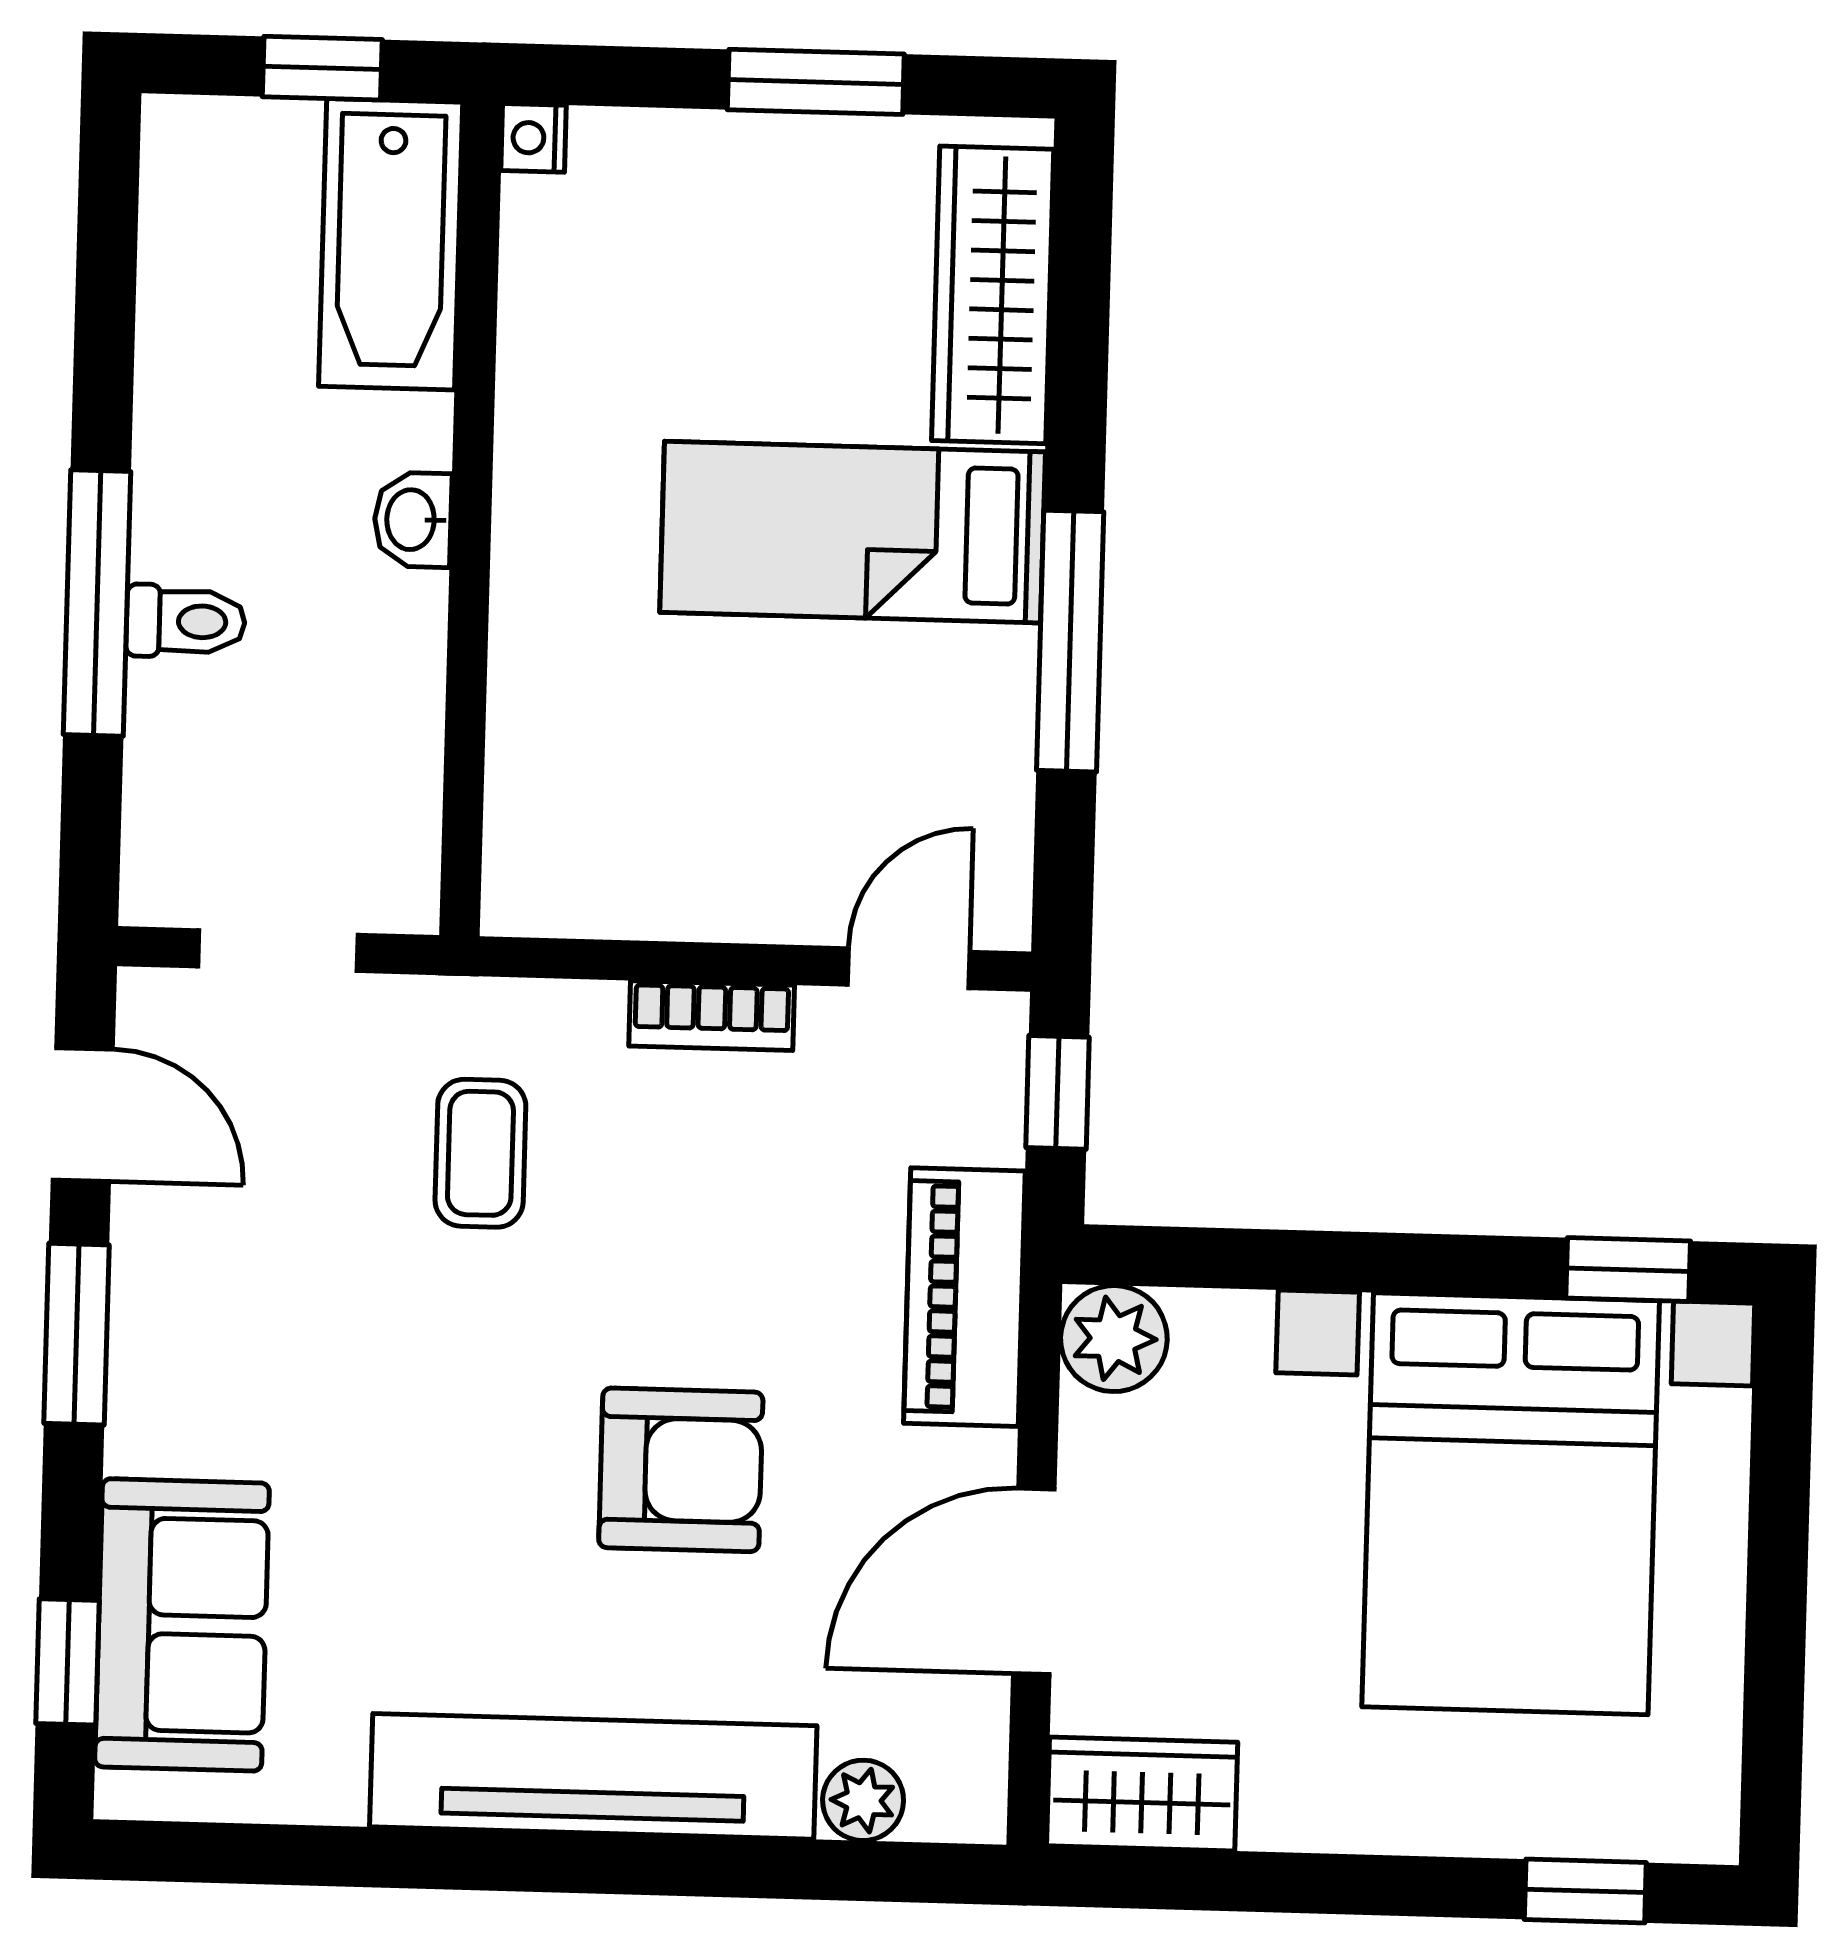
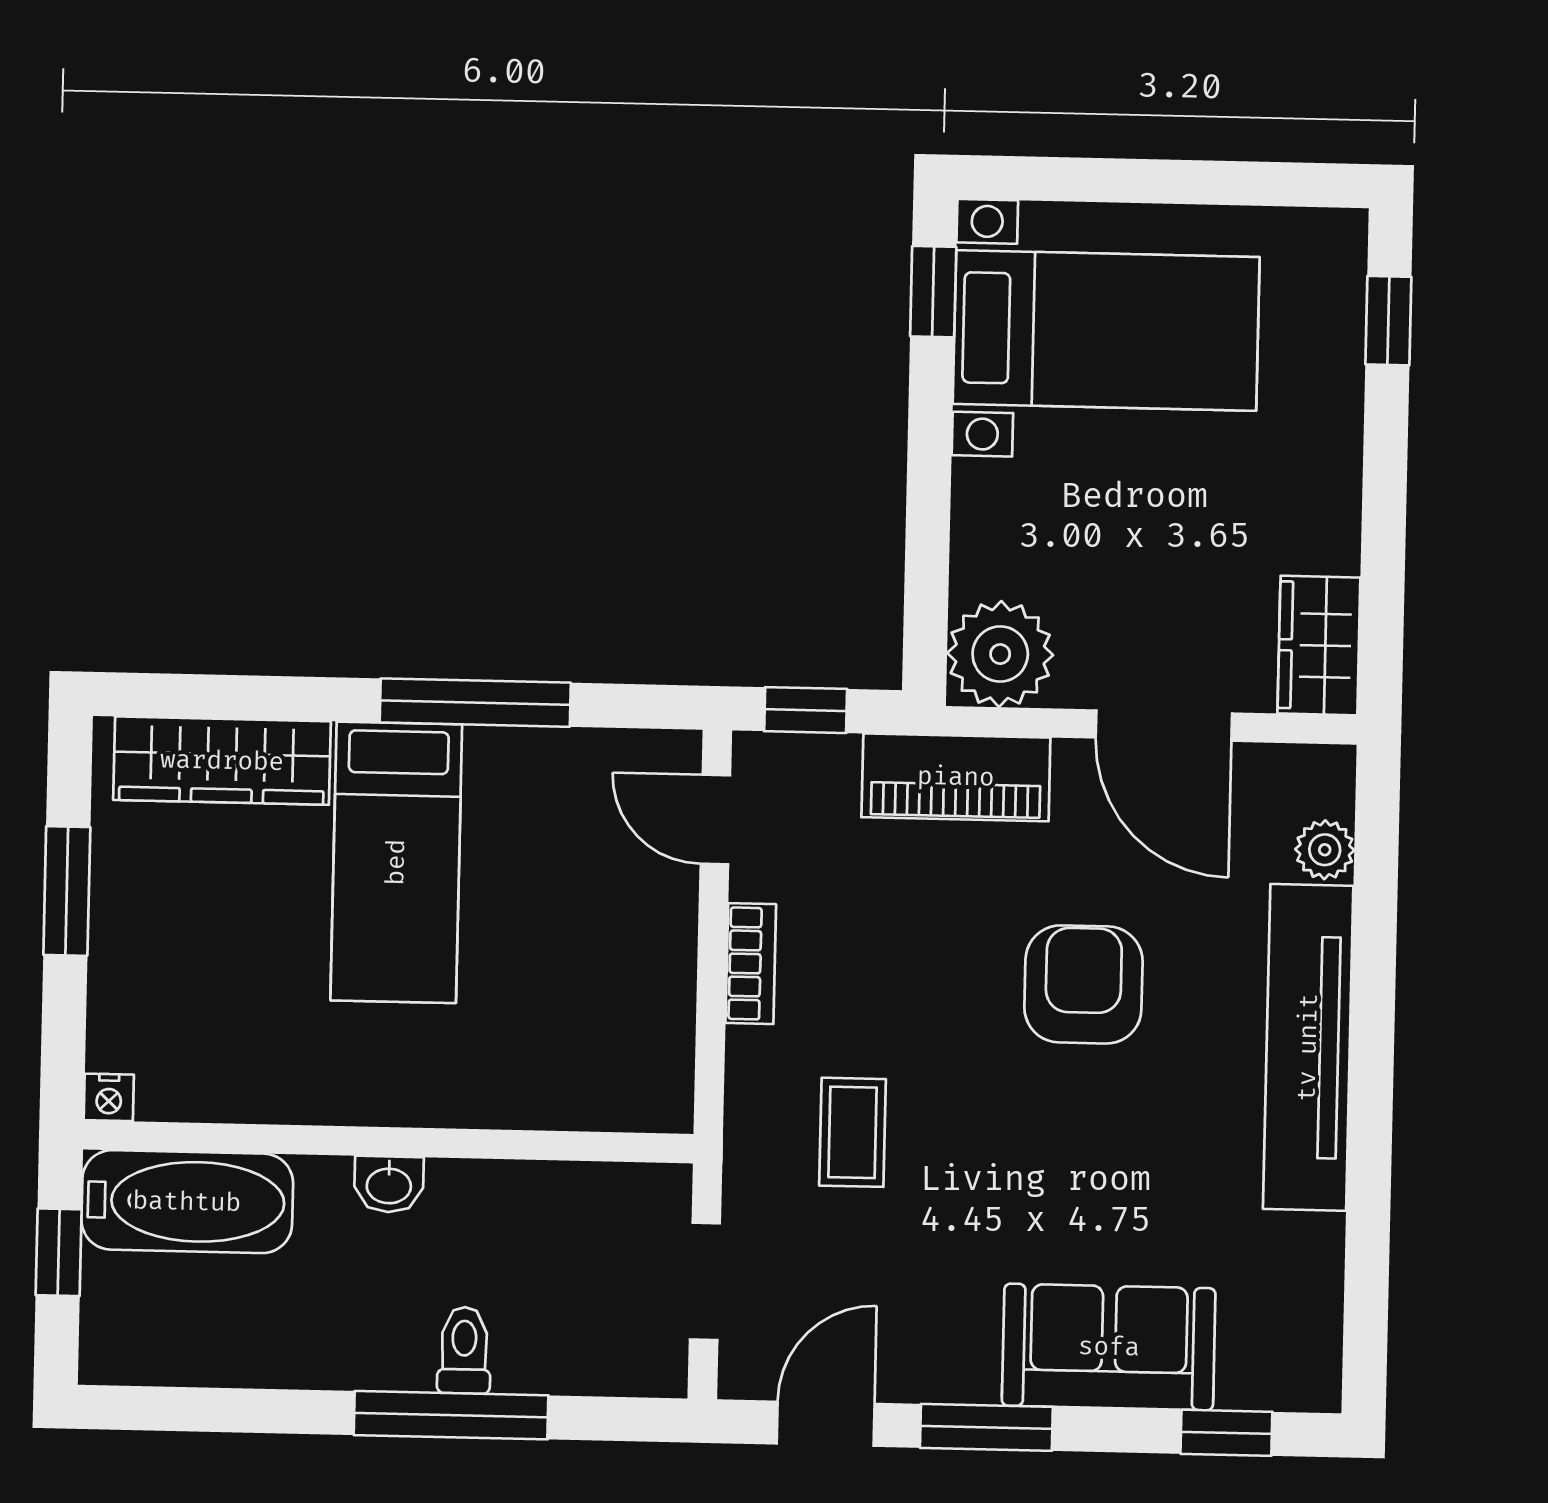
coffee table: (480, 1153) -> (852, 1132), turned 90
plant: (1114, 1339) -> (1000, 654), width x1.36, depth x1.36
bed with nightstands: (1511, 1504) -> (1106, 330), width x0.73
sofa: (182, 1625) -> (1109, 1347), moved

